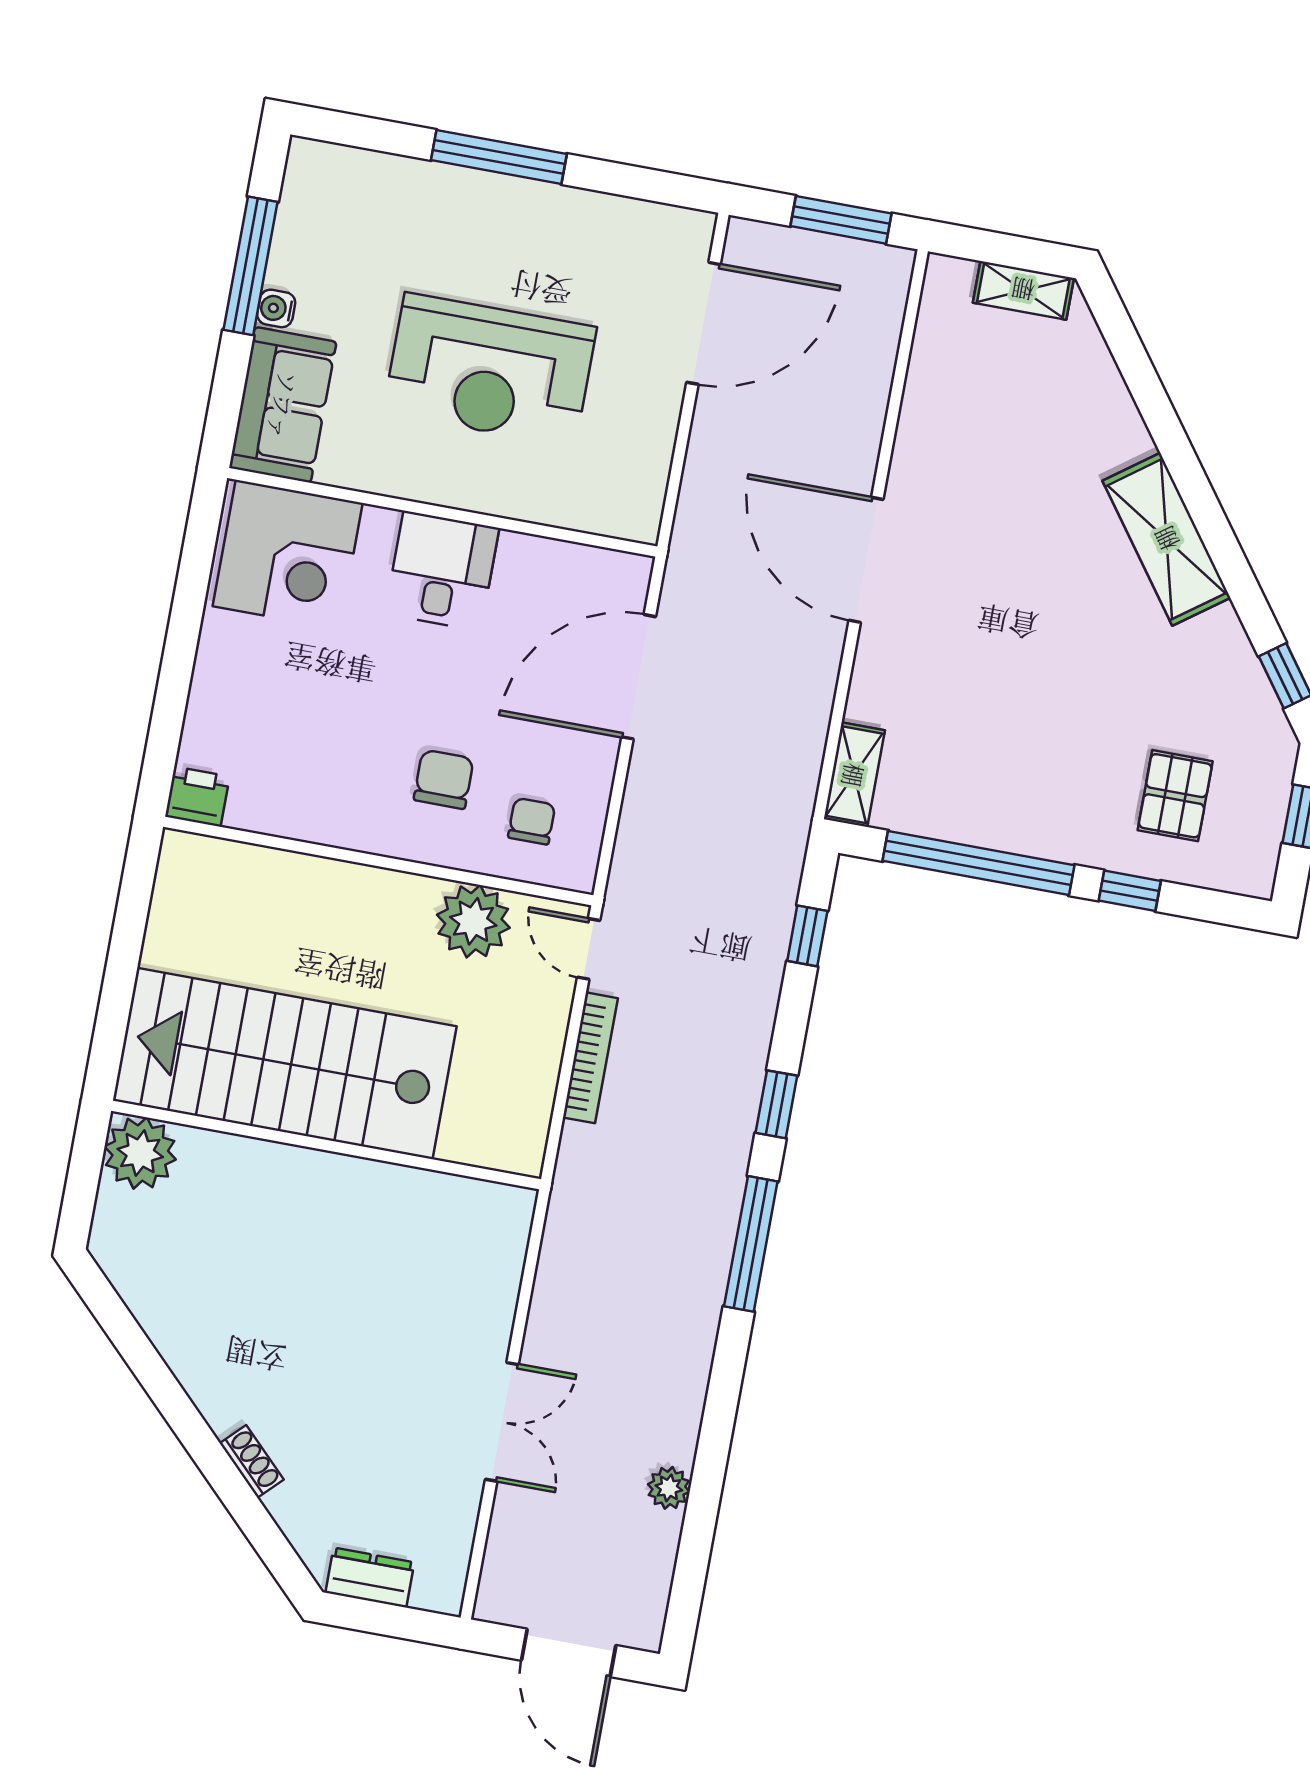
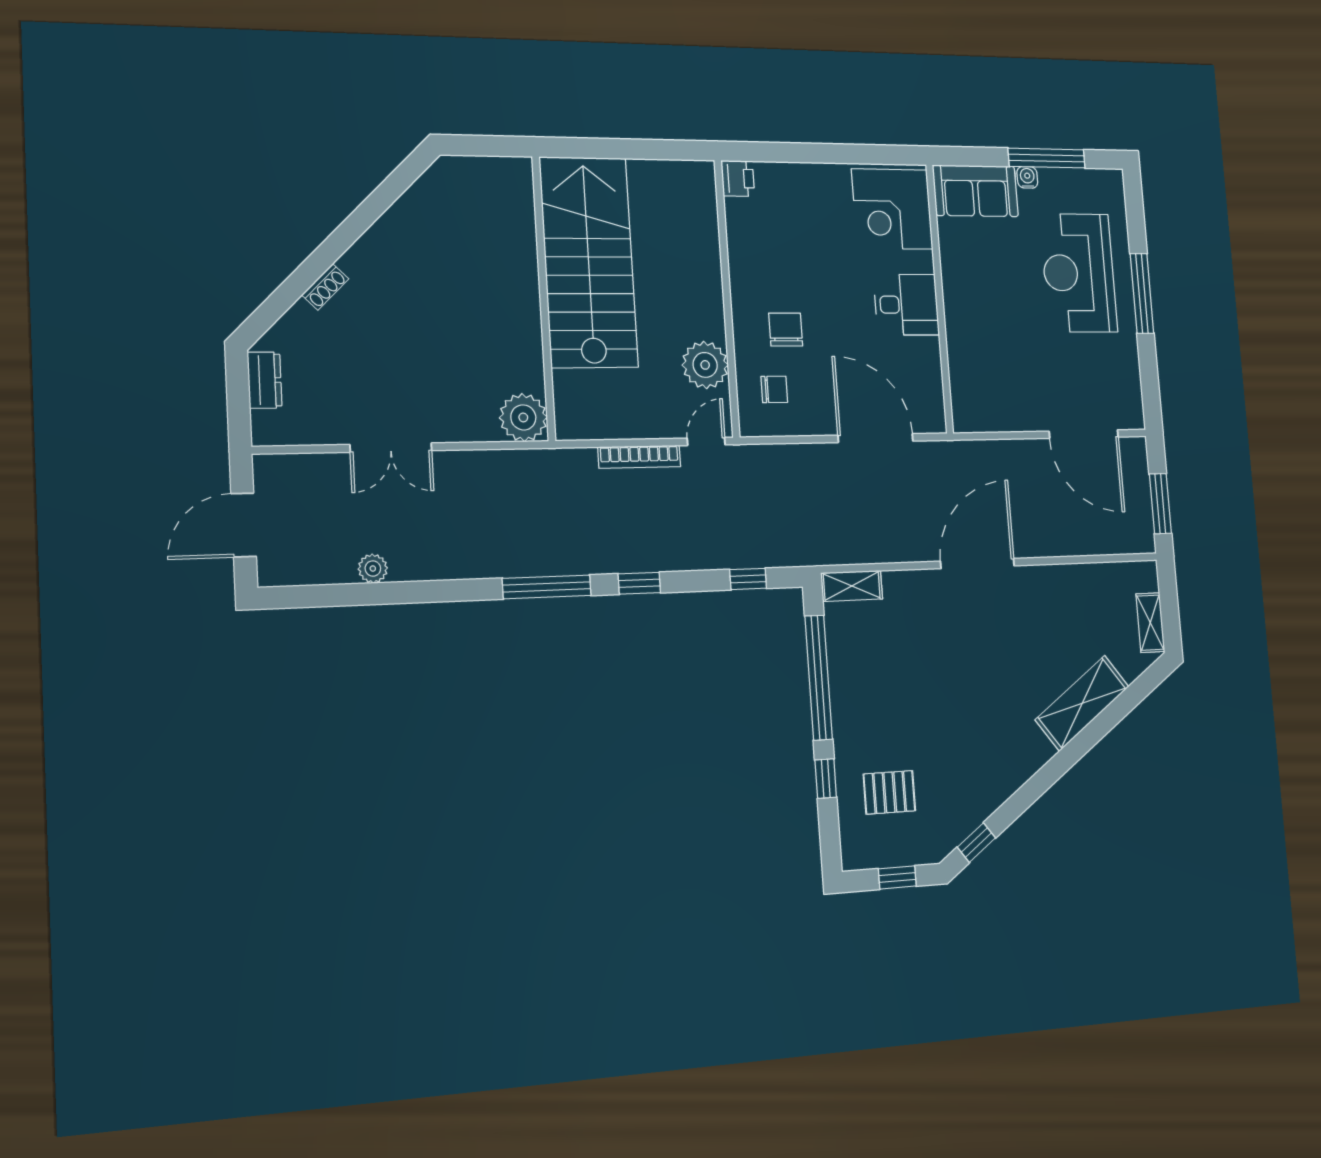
reception desk: (490, 370) -> (1079, 273), moved
shelving: (1166, 539) -> (1082, 703), moved
chair: (444, 779) -> (786, 330), turned -90
plant: (140, 1153) -> (523, 417), moved

